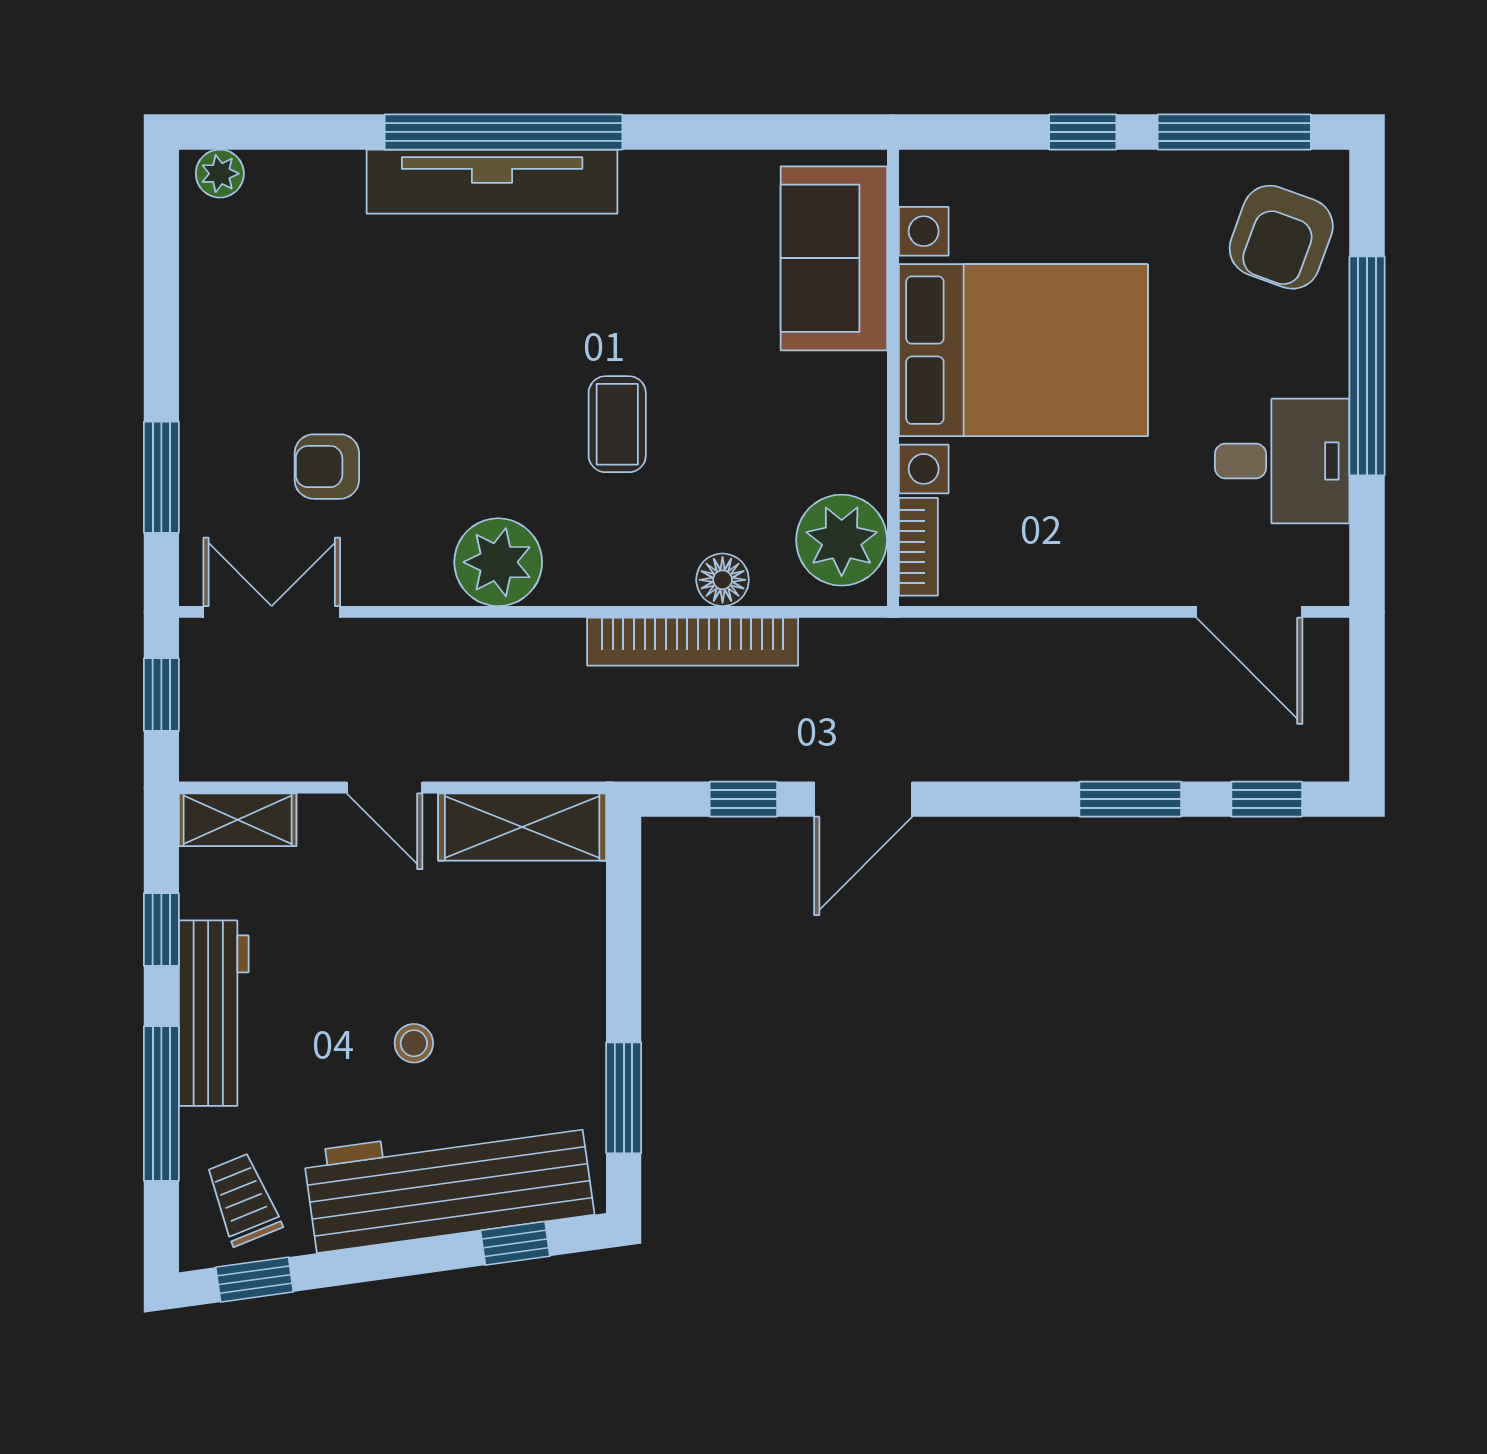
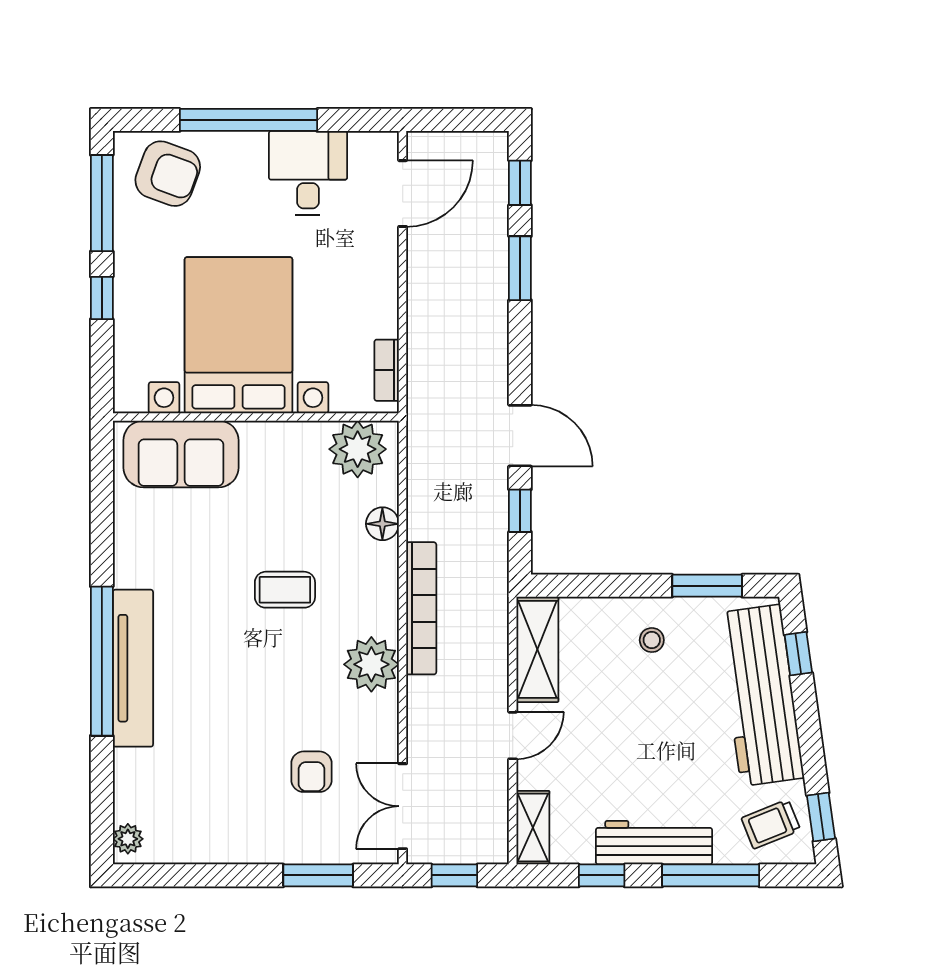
bookcase: (918, 547) -> (387, 370), moved, turned -90
bookcase: (693, 642) -> (421, 608), moved
stool: (414, 1043) -> (652, 640), moved

